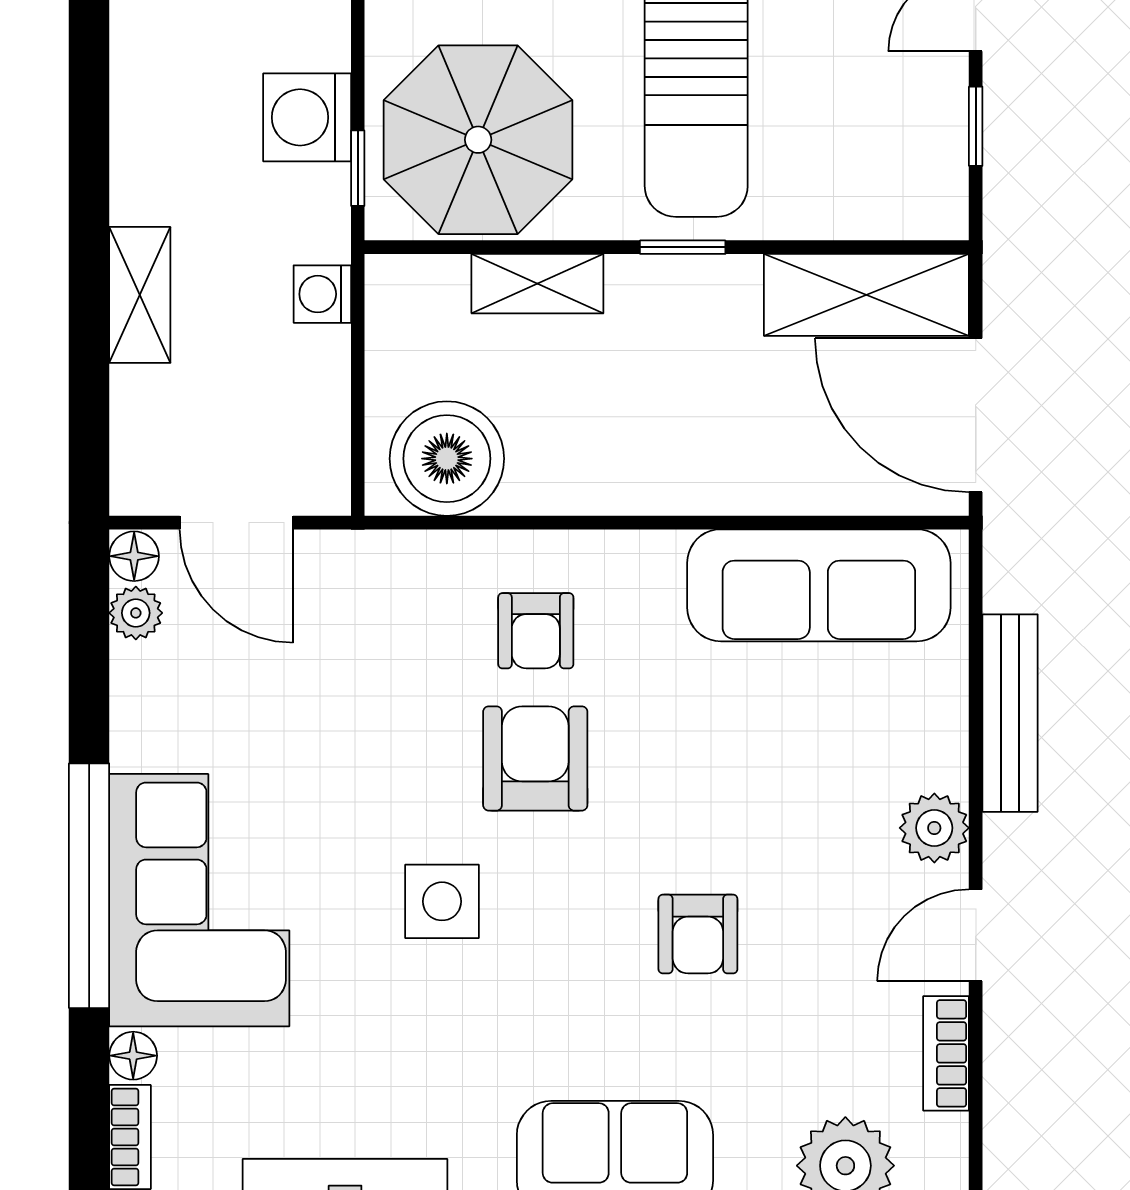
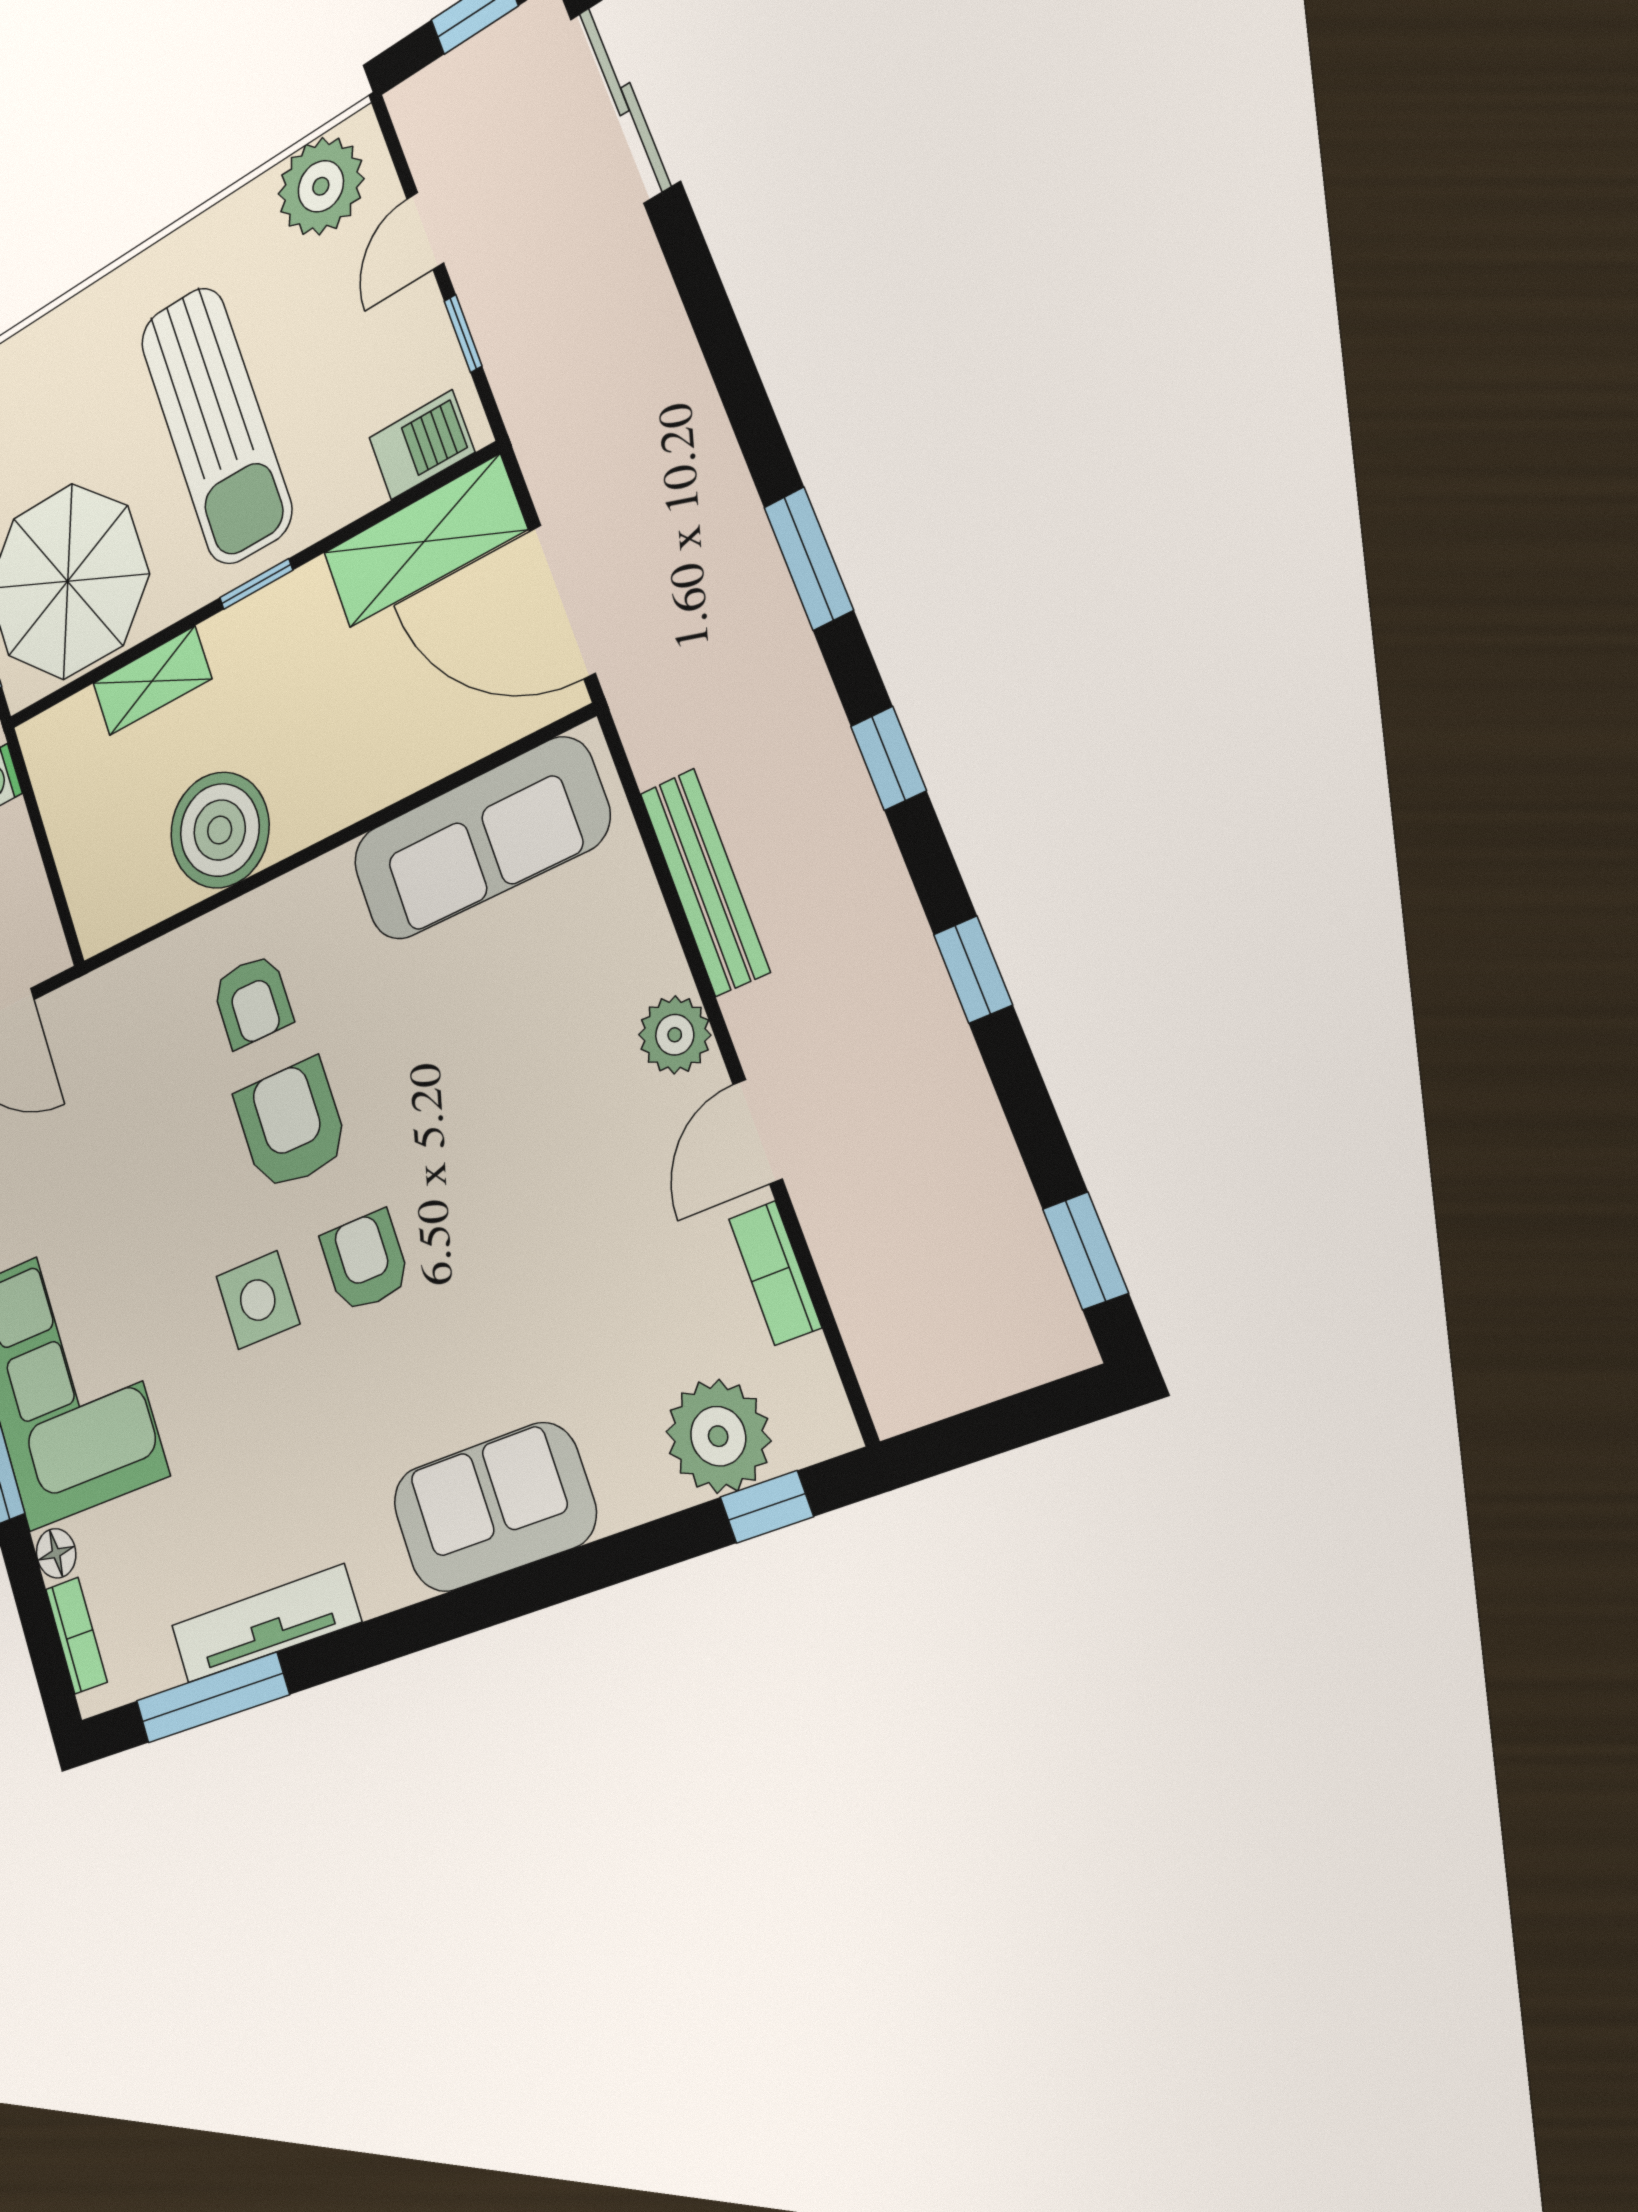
barbecue: (897, 206) -> (422, 445), added
boiler: (447, 459) -> (220, 830), moved
armchair: (698, 934) -> (365, 1261), moved, turned 180

